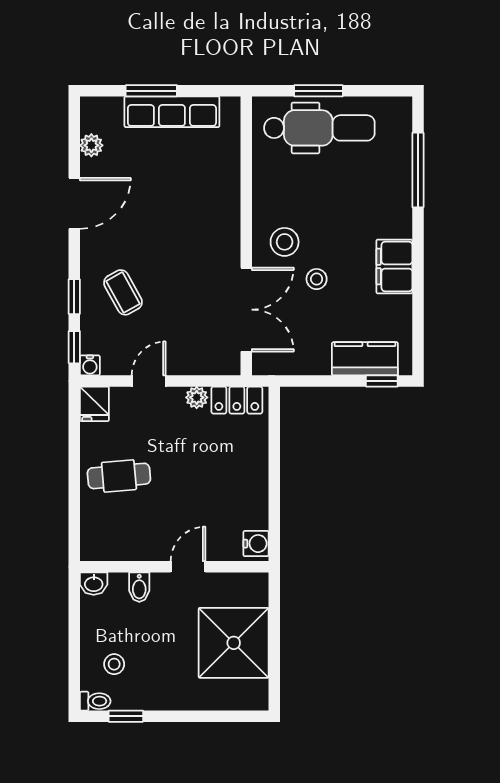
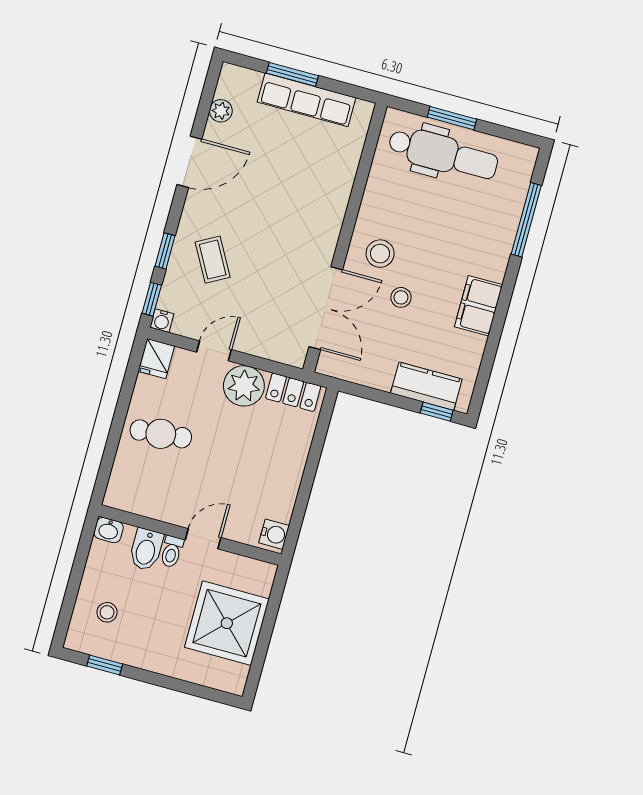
plant: (197, 397) -> (244, 386), width x1.88, depth x1.88
bidet: (139, 587) -> (146, 549), width x1.38, depth x1.36
toilet: (95, 701) -> (172, 552), moved, turned 90

